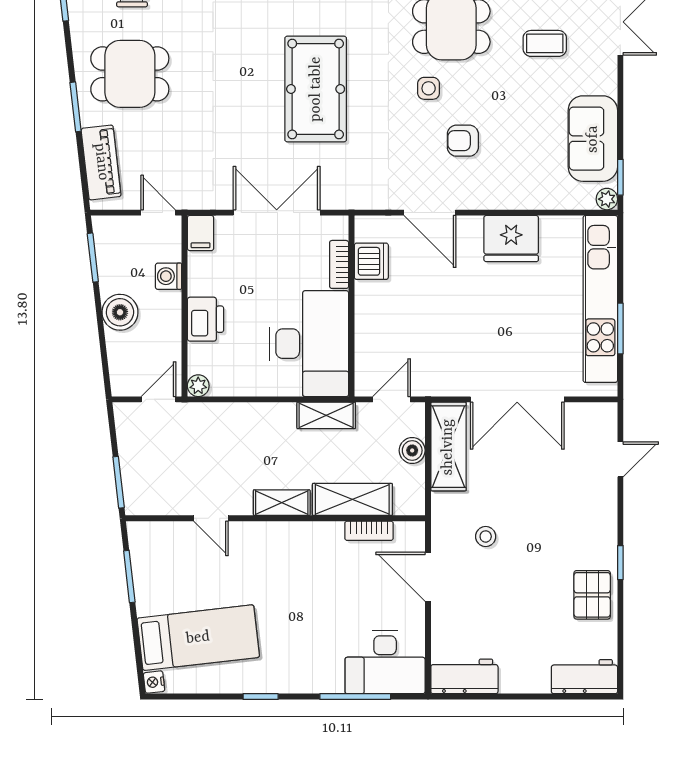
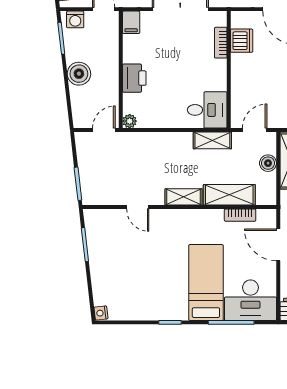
washing machine: (169, 276) -> (75, 19), moved, turned -90
desk: (309, 344) -> (207, 110), width x0.53, depth x0.77
bed: (198, 638) -> (206, 283), moved, turned -83

